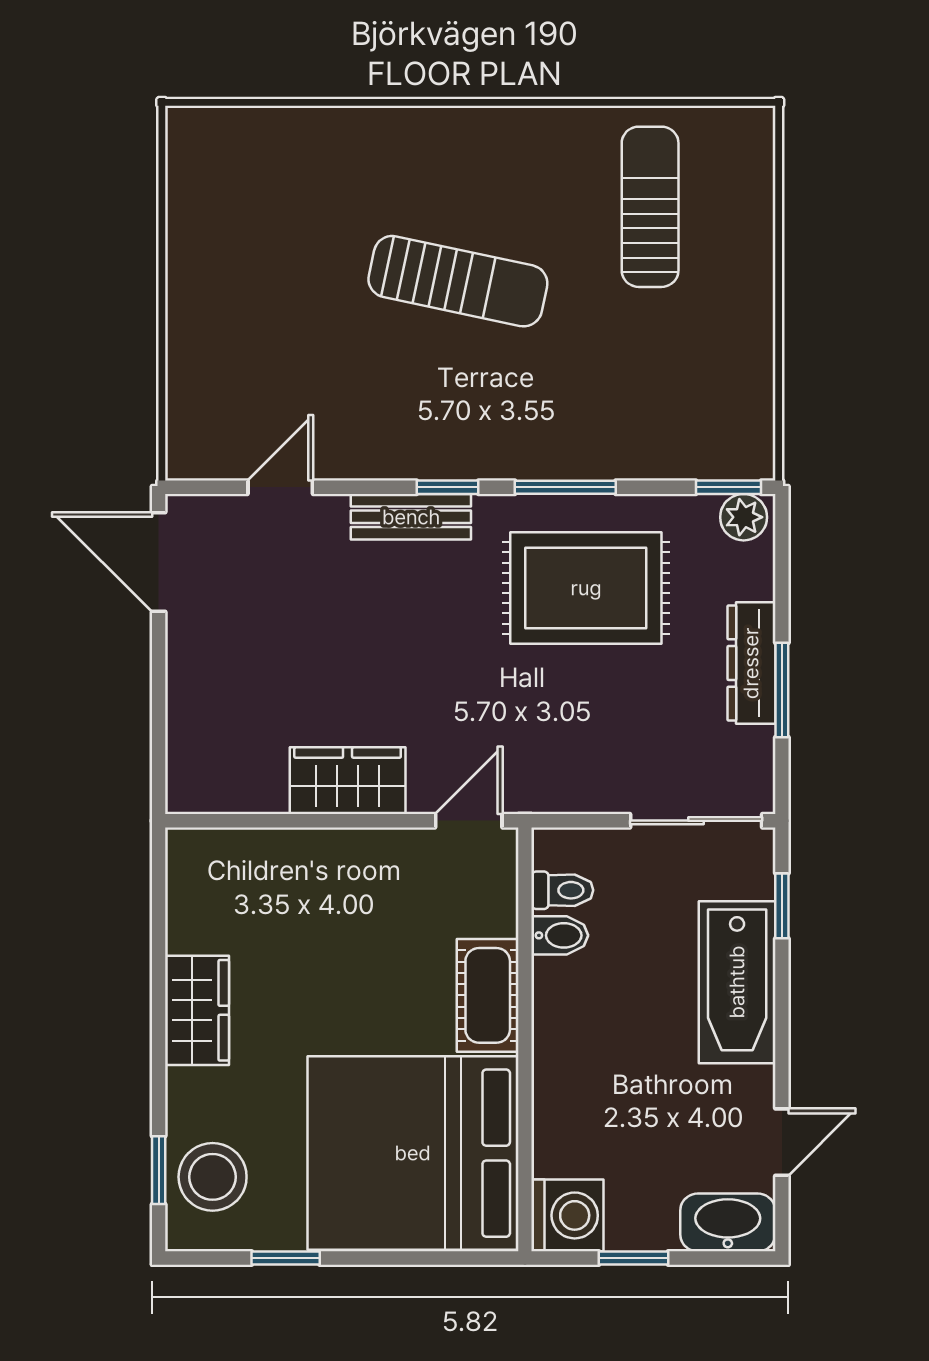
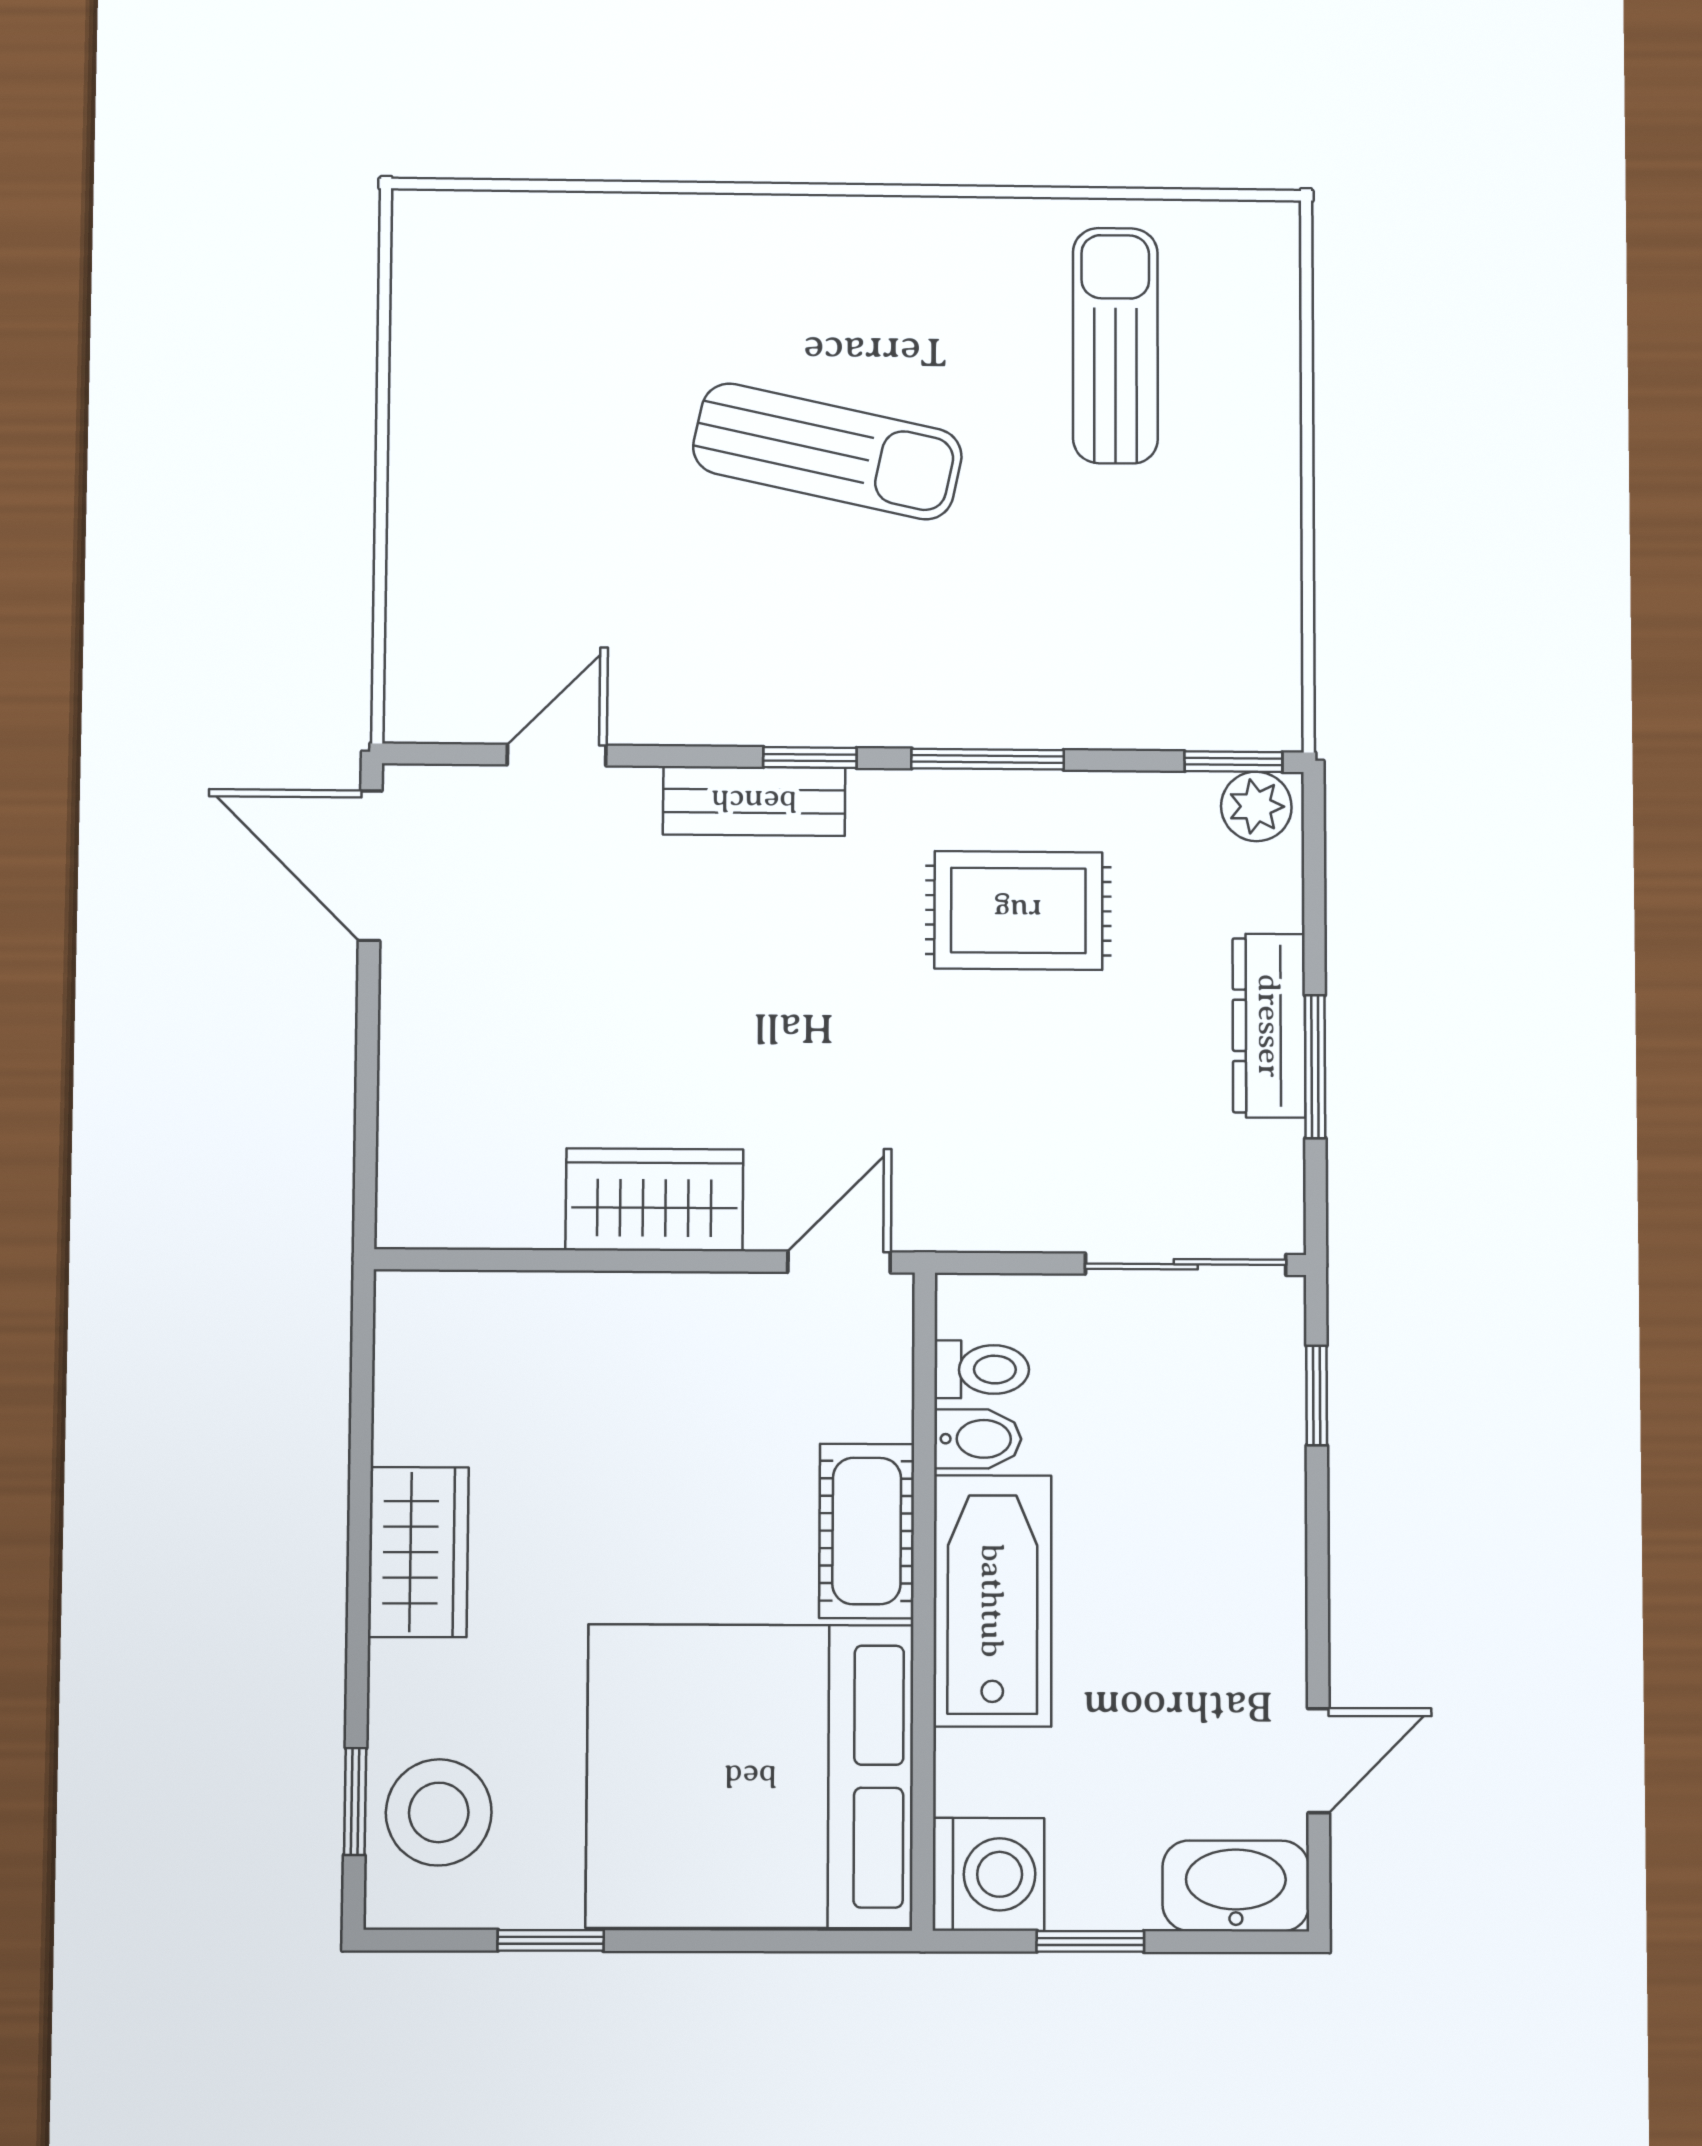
rug: (586, 588) -> (1018, 910), width x0.73, depth x0.70
bathtub: (737, 982) -> (992, 1601), moved, turned 180

